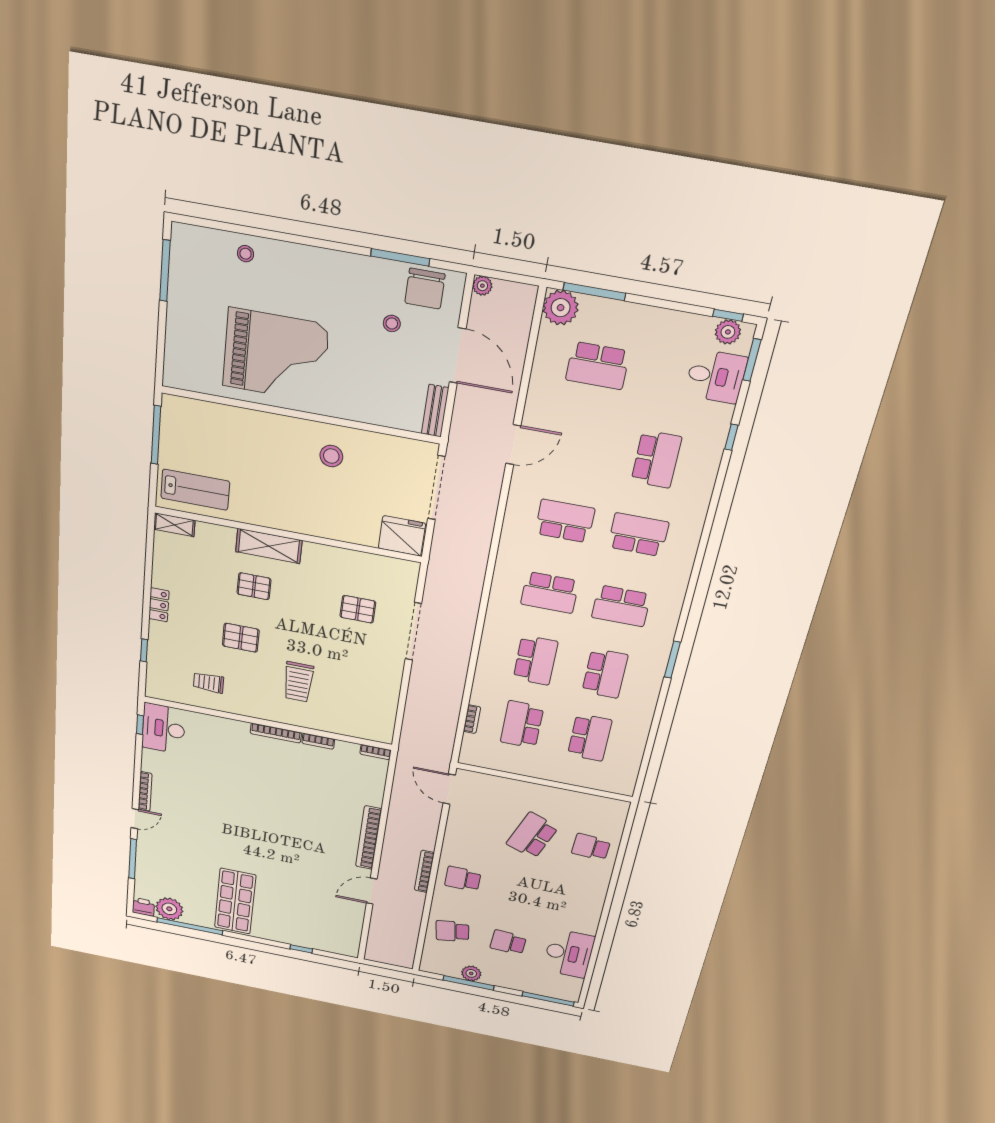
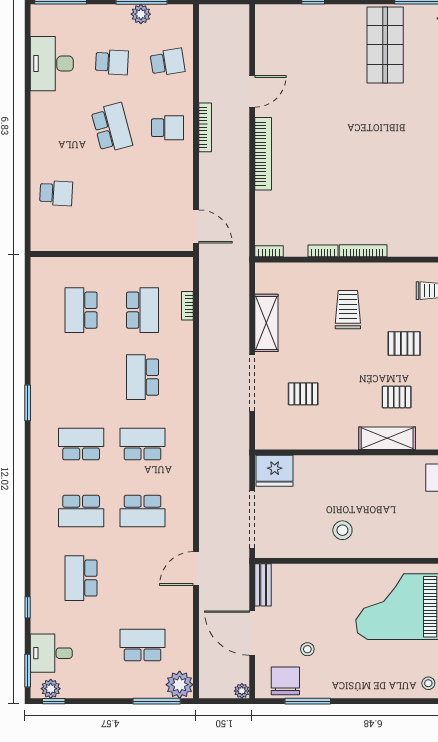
school desk: (605, 673) -> (81, 377), removed
shelving: (388, 686) -> (266, 323), added
school desk: (532, 835) -> (112, 128), moved, turned -36

